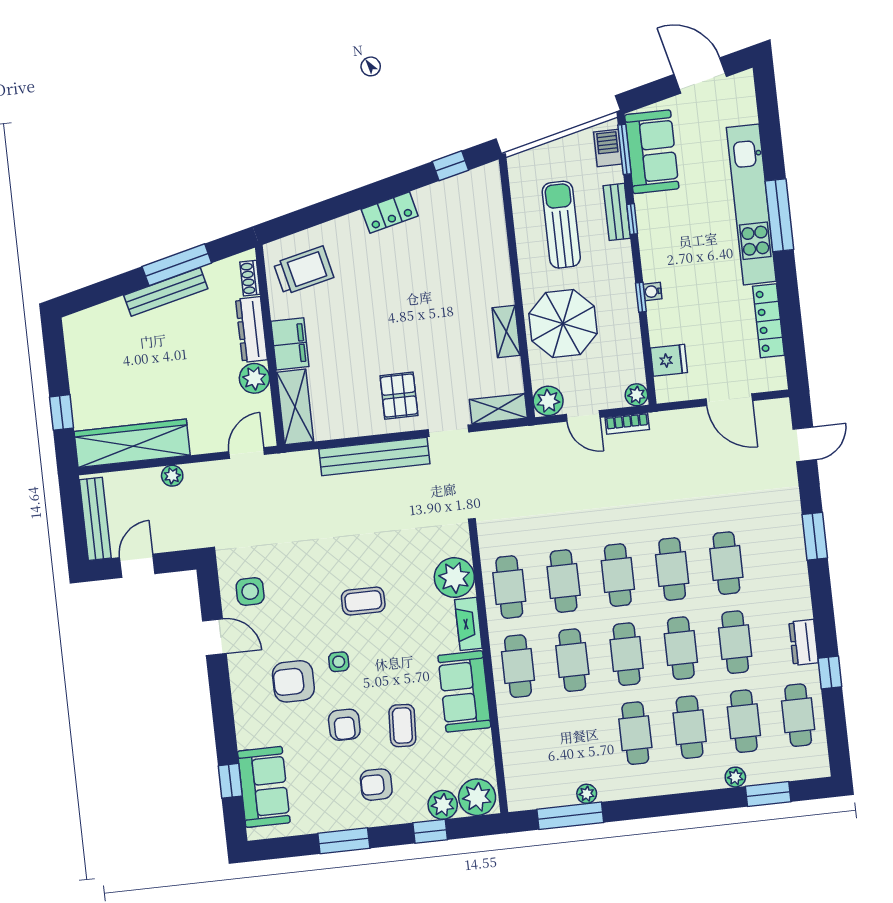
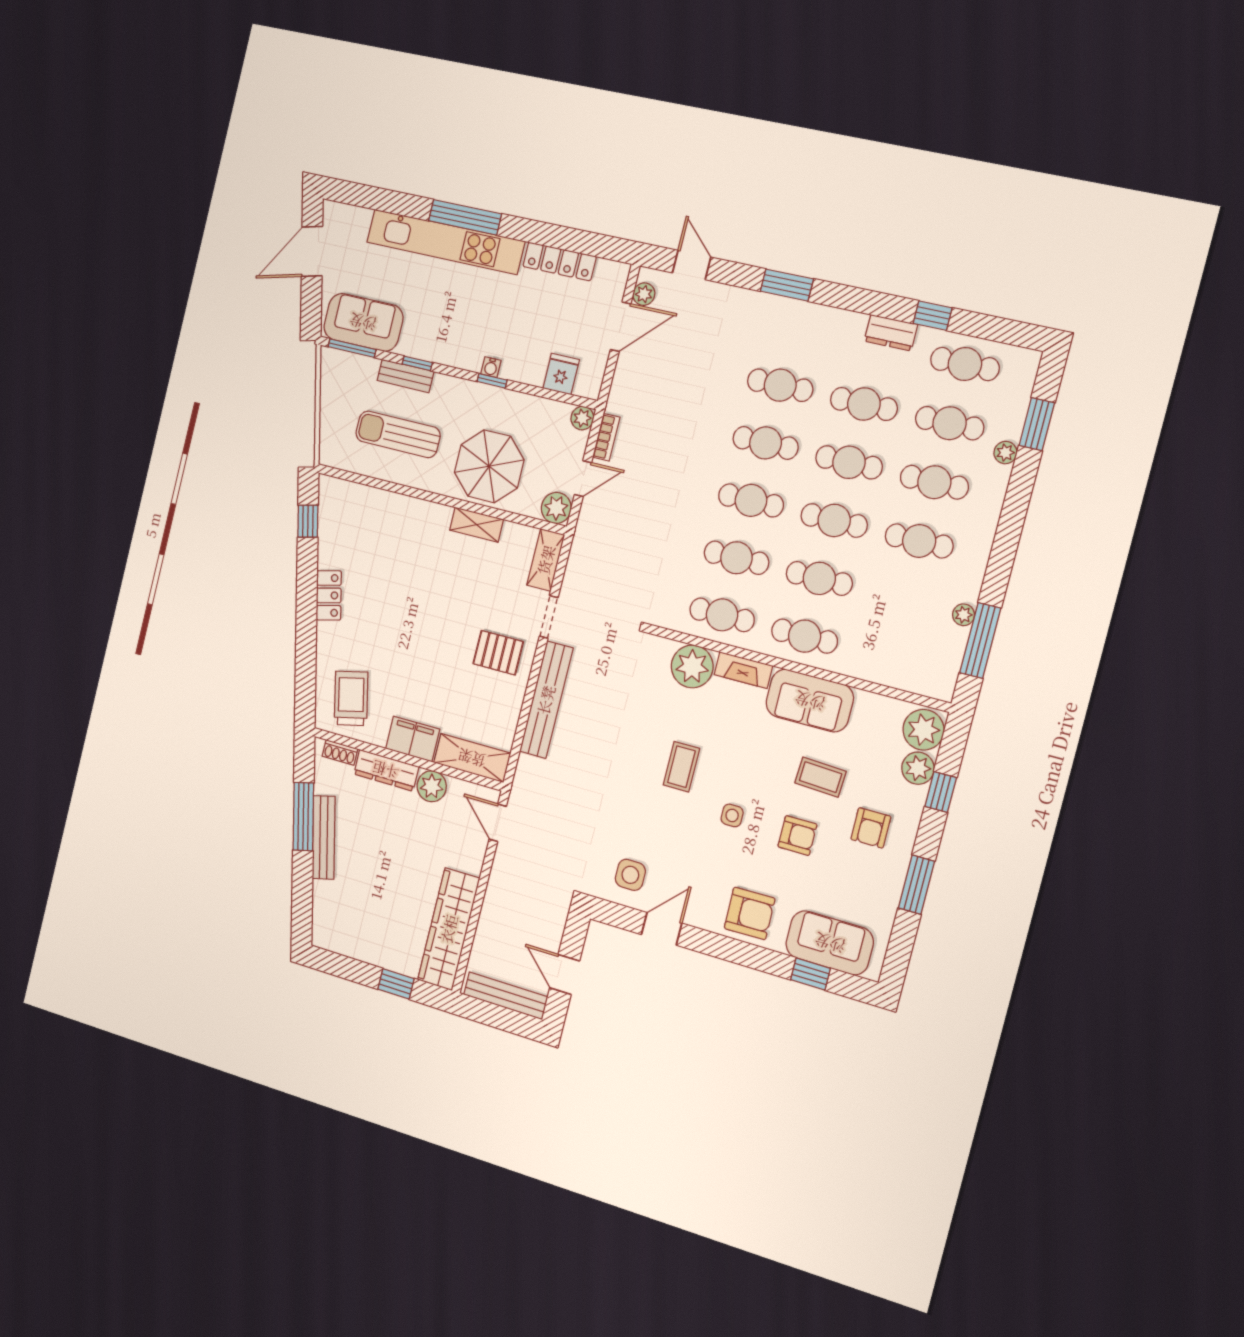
barbecue: (608, 148) -> (345, 364), removed
plant: (172, 476) -> (644, 294), moved
armchair: (293, 681) -> (750, 913), moved, turned -91

